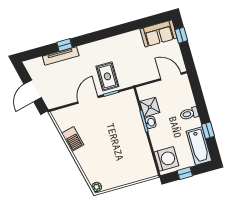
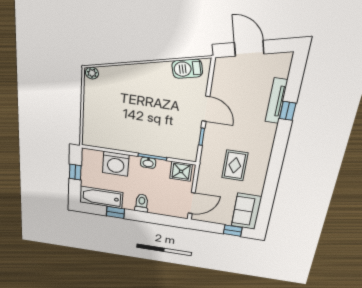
rug: (107, 76) -> (235, 165), moved, turned 90
shower: (150, 107) -> (181, 171), moved
barbecue: (73, 139) -> (187, 69), moved
washing machine: (166, 159) -> (116, 164), moved

